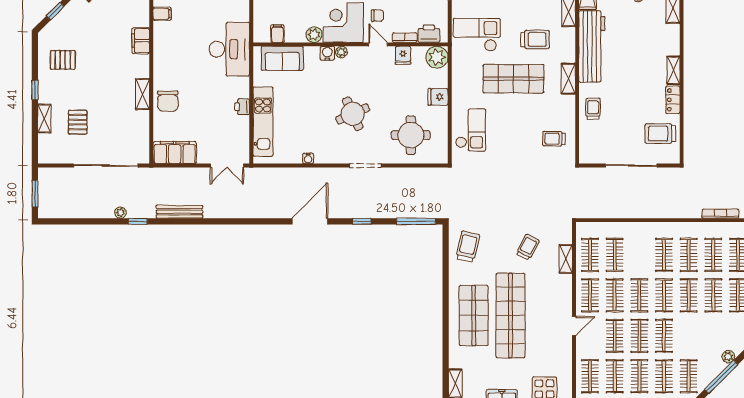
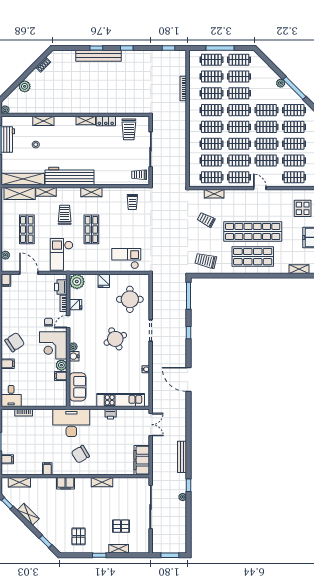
filing cabinet: (277, 34) -> (61, 376), moved
shop shelf: (513, 79) -> (91, 229), width x0.70, depth x0.74
chair: (168, 101) -> (80, 454), moved, turned 149
trolley: (593, 109) -> (139, 175), moved
door: (310, 221) -> (189, 379), moved
clothes rail: (639, 255) -> (211, 144), added
clothes rail: (689, 336) -> (266, 110), added

